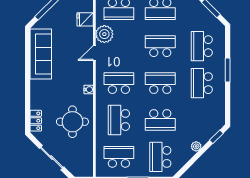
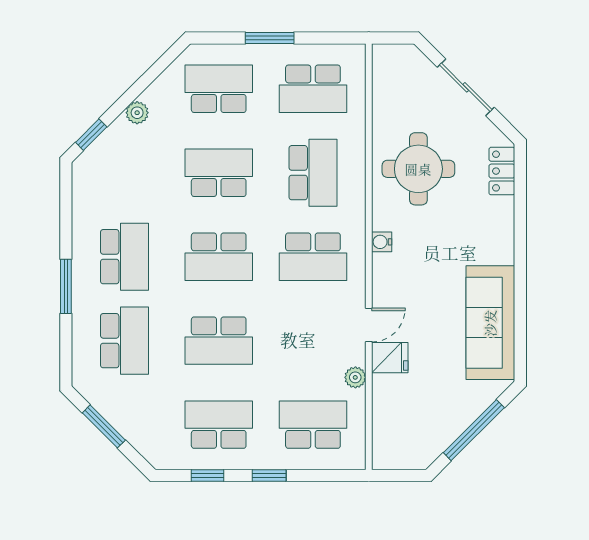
fridge: (85, 19) -> (390, 358), moved
plant: (104, 34) -> (355, 377), width x0.53, depth x0.53
school desk: (160, 157) -> (219, 89), turned -90

